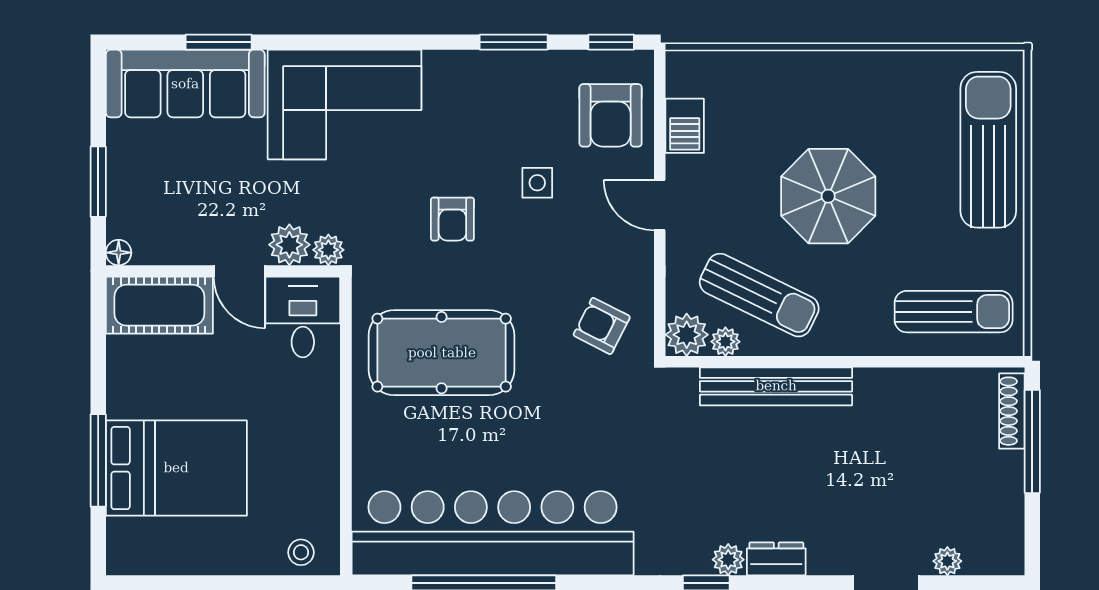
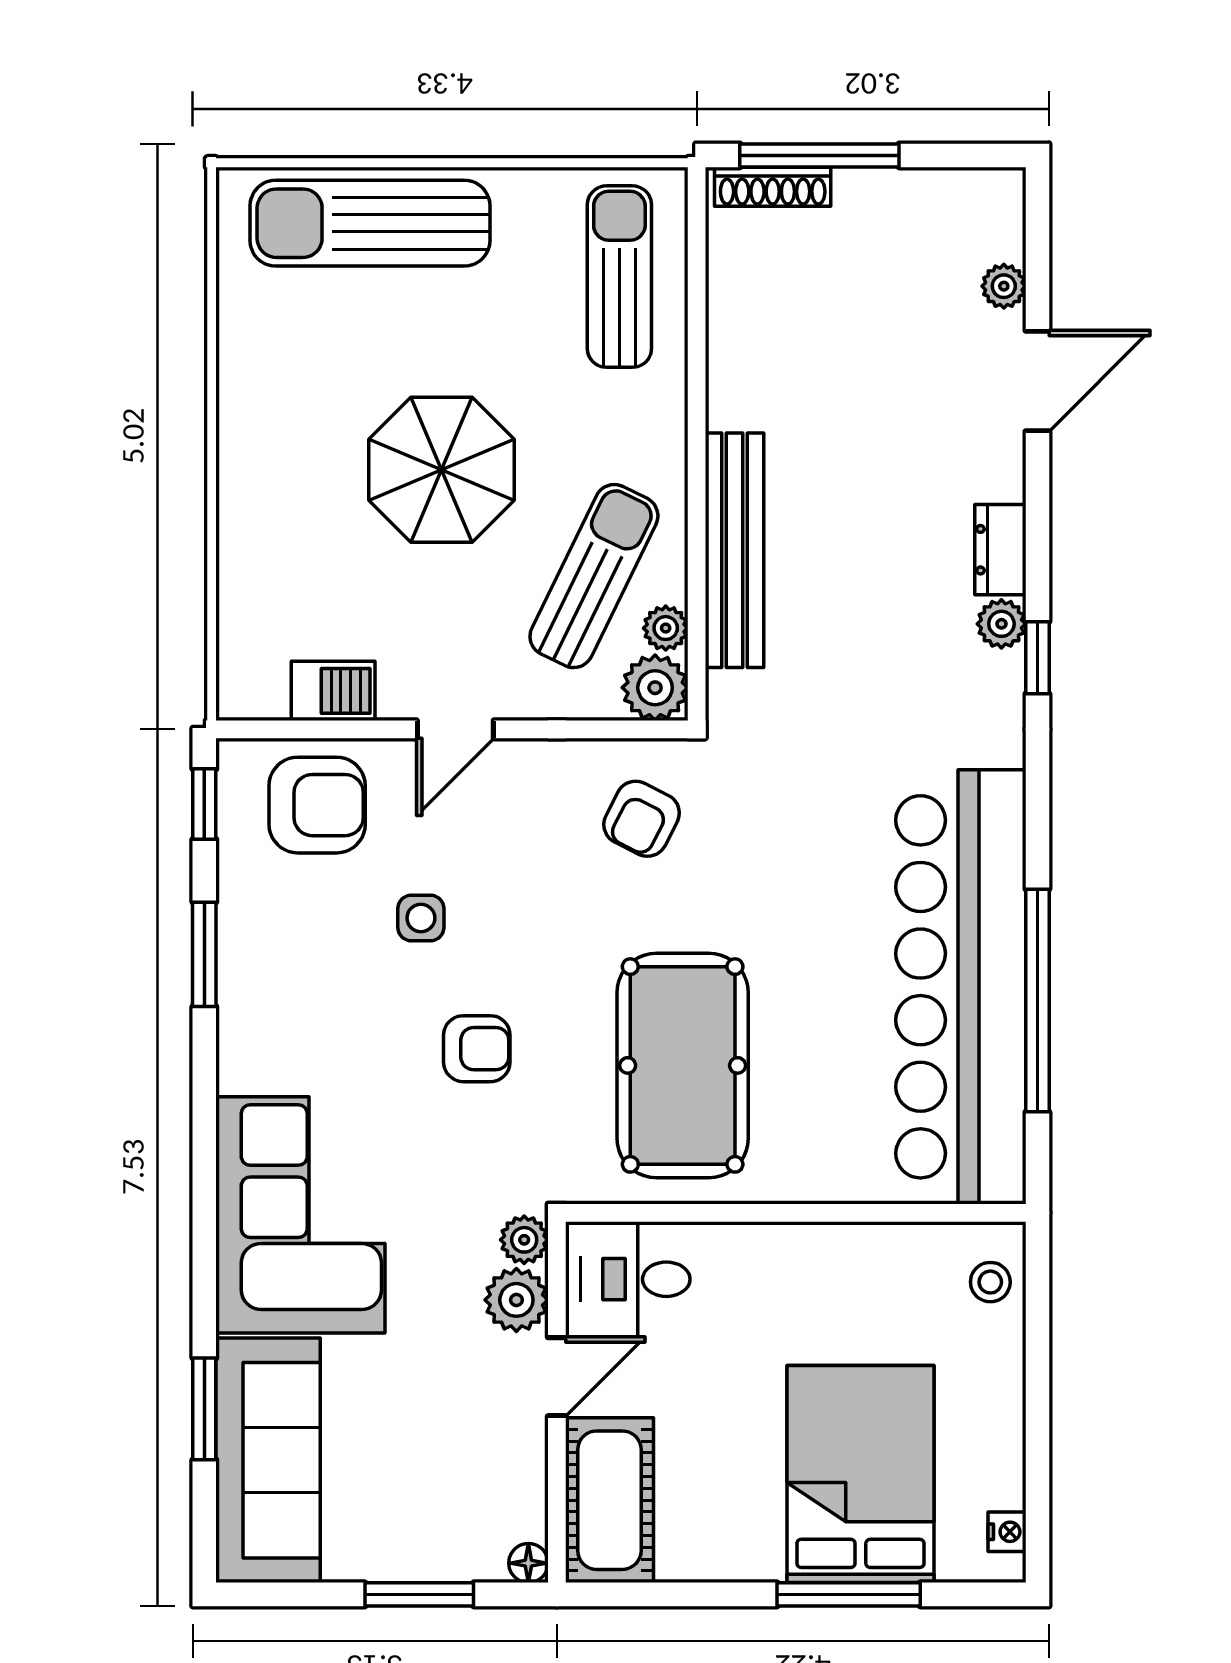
nightstand: (139, 563) -> (1007, 1532), added

